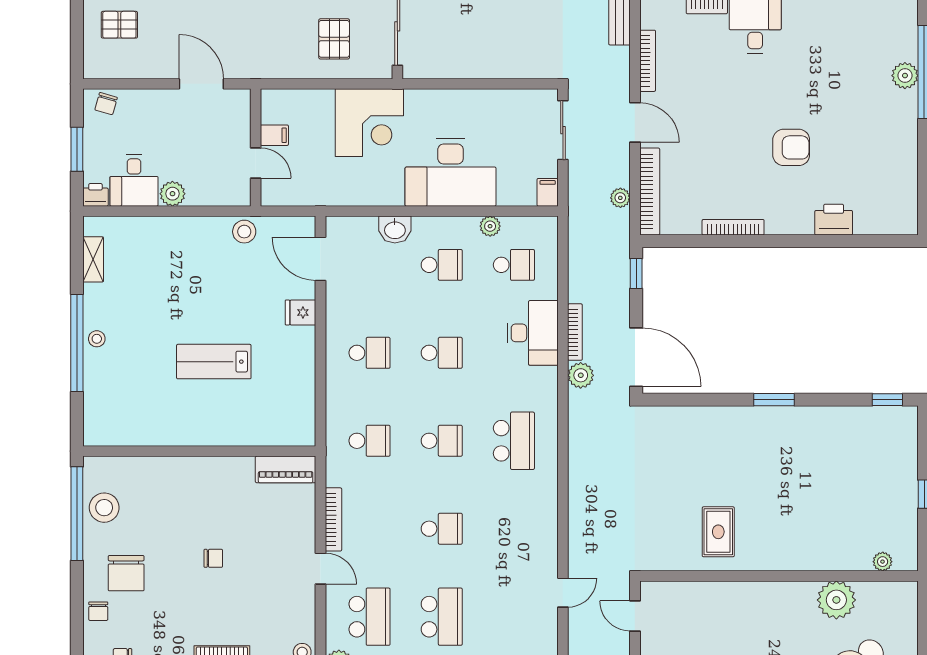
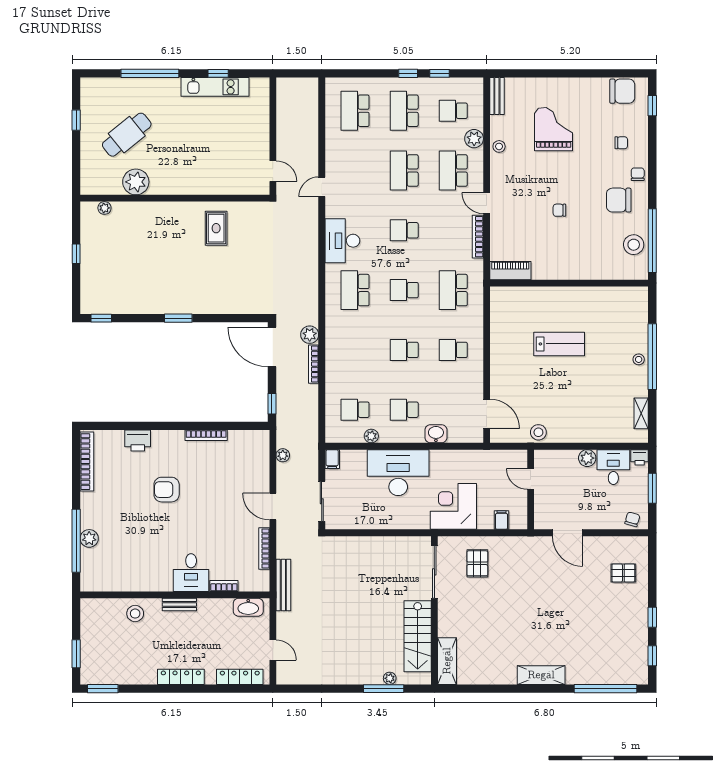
filing cabinet: (274, 135) -> (501, 520), moved, turned 90
bookcase: (650, 192) -> (87, 462), moved, turned 180
fridge: (300, 312) -> (500, 377), removed
desk: (533, 333) -> (342, 241), moved
school desk: (370, 441) -> (453, 290), width x1.85
chair: (126, 573) -> (619, 200), turned -90

